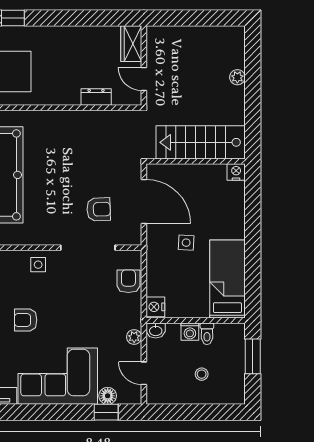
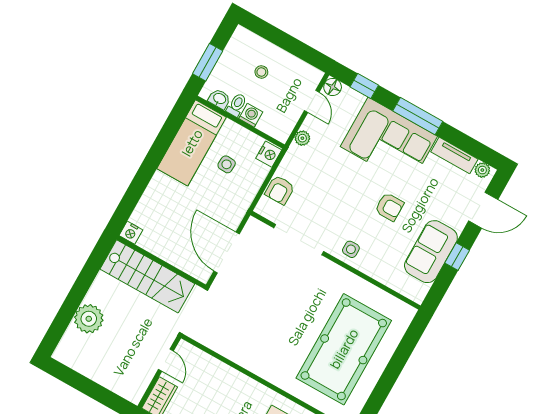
plant: (237, 77) -> (89, 319), width x1.87, depth x1.87
dresser: (96, 97) -> (217, 368), removed
armchair: (99, 209) -> (270, 268), removed
side table: (186, 243) -> (227, 164), moved
washbasin: (156, 331) -> (219, 99), moved
floor lamp: (108, 396) -> (333, 87), moved
window: (45, 412) -> (418, 116), added

